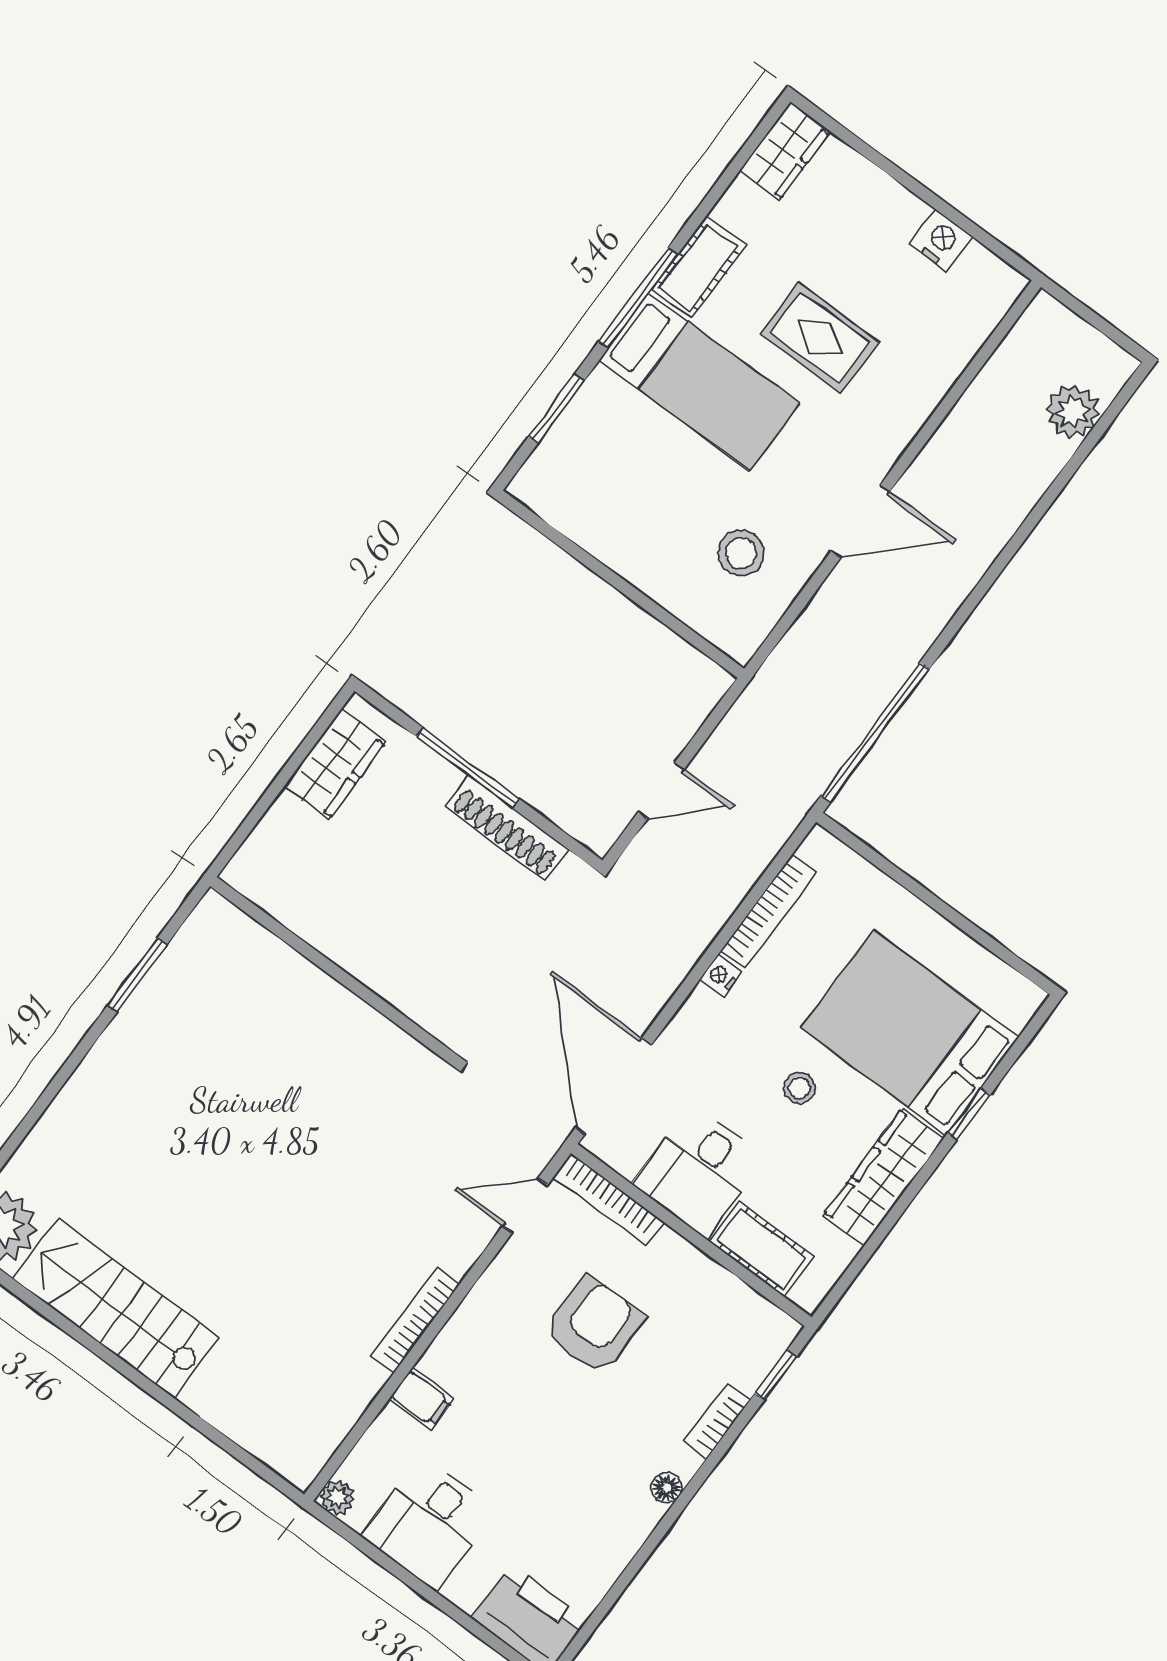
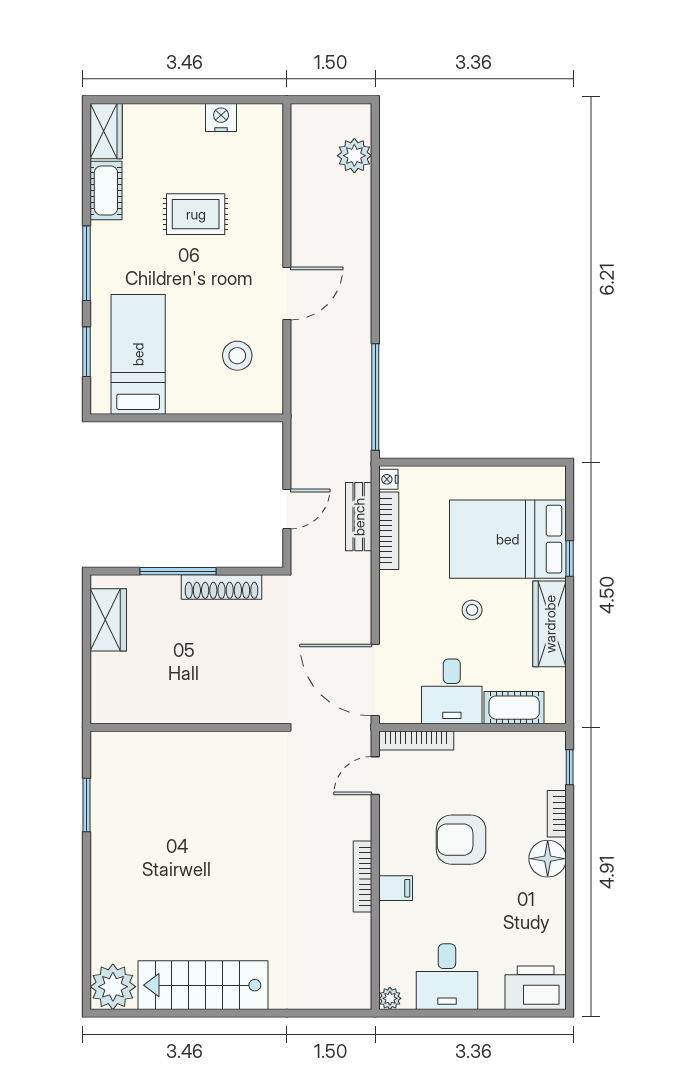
cot: (698, 267) -> (106, 191), moved
bed: (699, 381) -> (138, 354), moved, turned -90
bench: (744, 867) -> (359, 517), added
nightstand: (720, 976) -> (388, 479), moved
armchair: (594, 1325) -> (461, 840), moved, turned -90
filing cabinet: (421, 1399) -> (396, 888), moved
floor lamp: (667, 1488) -> (548, 859), width x1.89, depth x1.89

